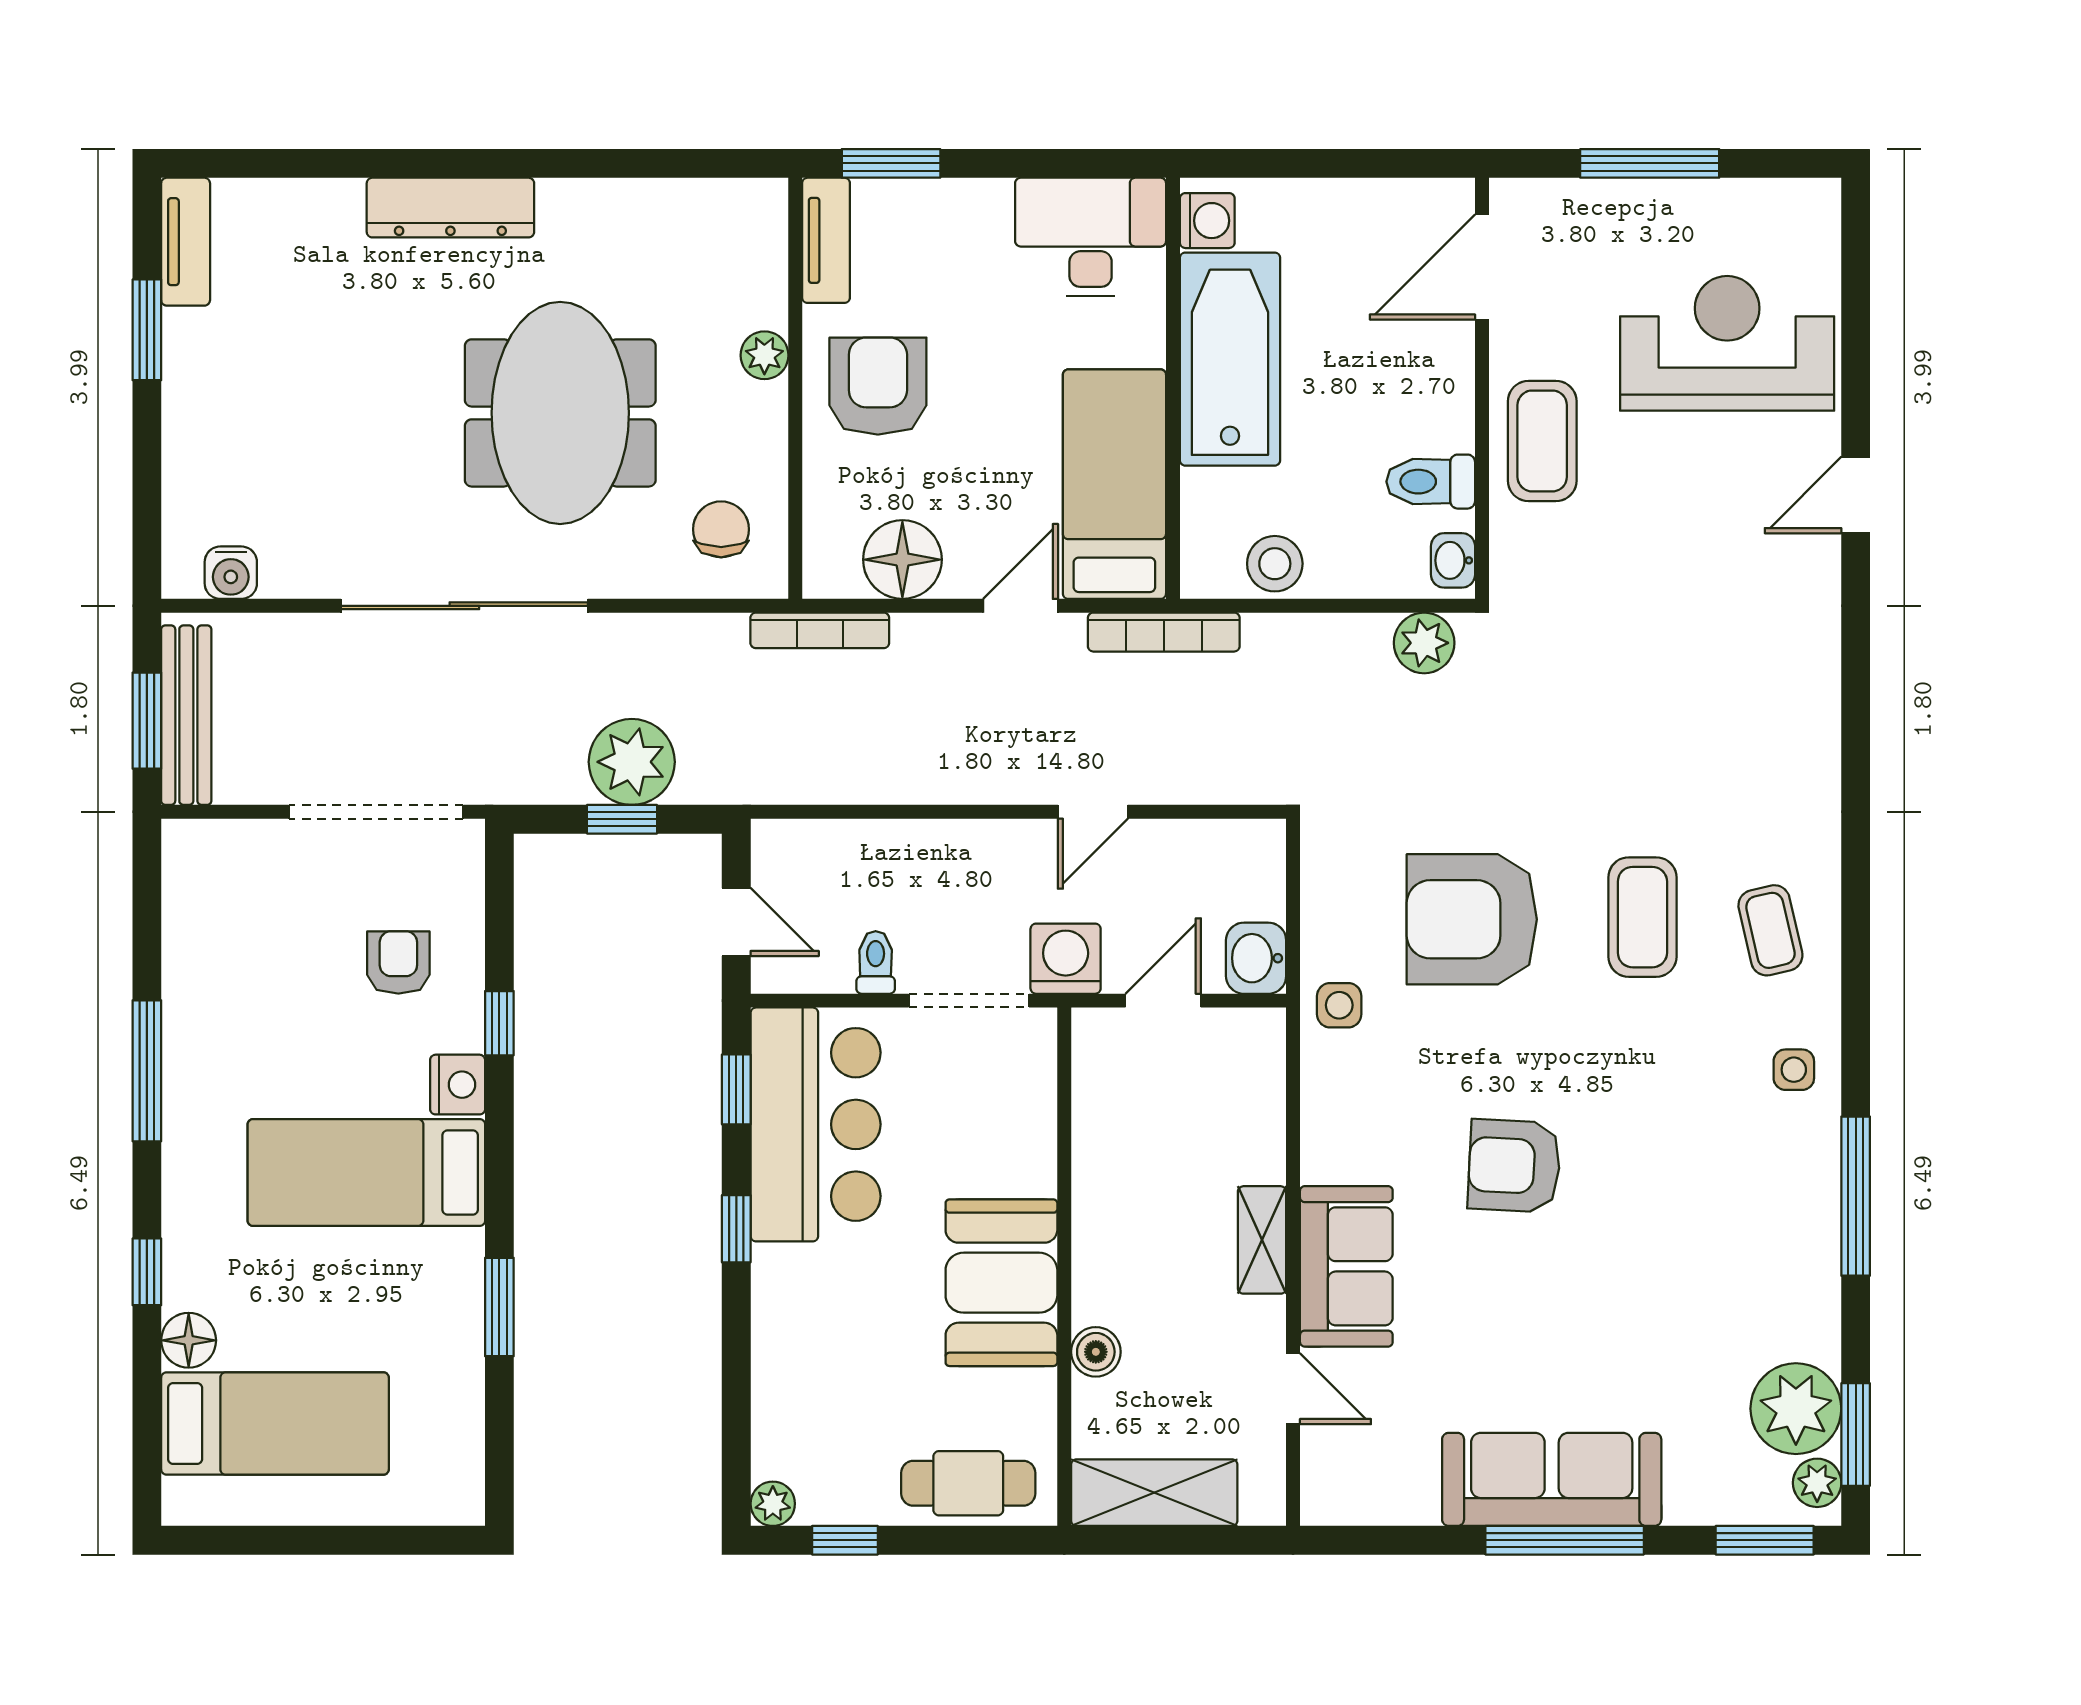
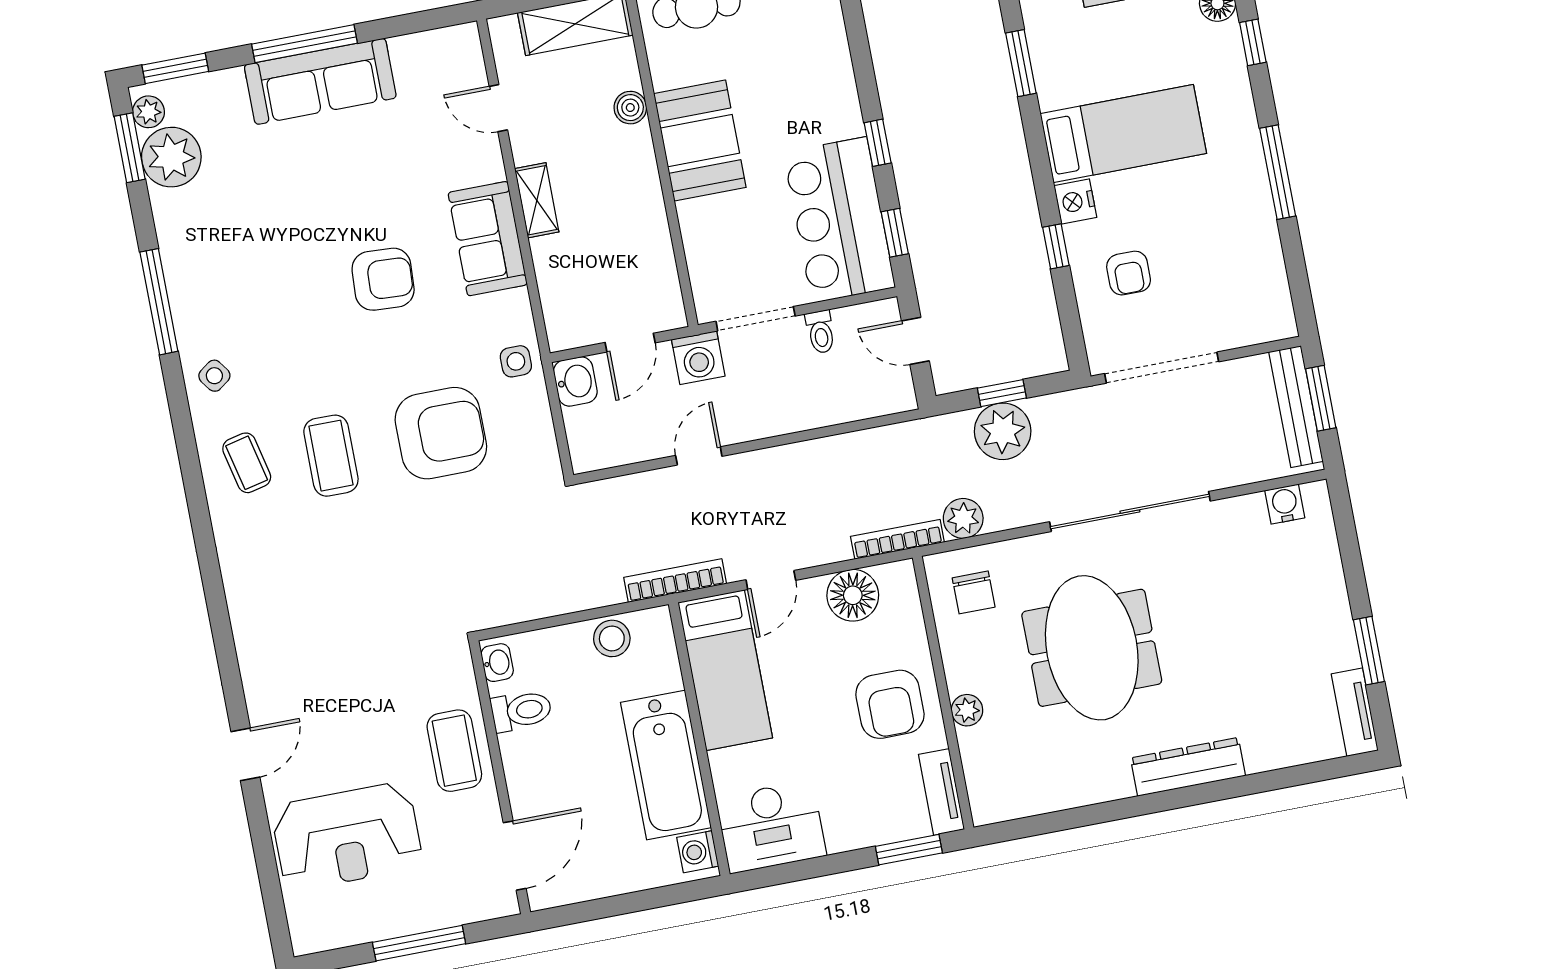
plant: (1424, 643) -> (963, 518), moved
side table: (1794, 1070) -> (214, 376), turned -36
sofa: (1346, 1266) -> (488, 239), moved

